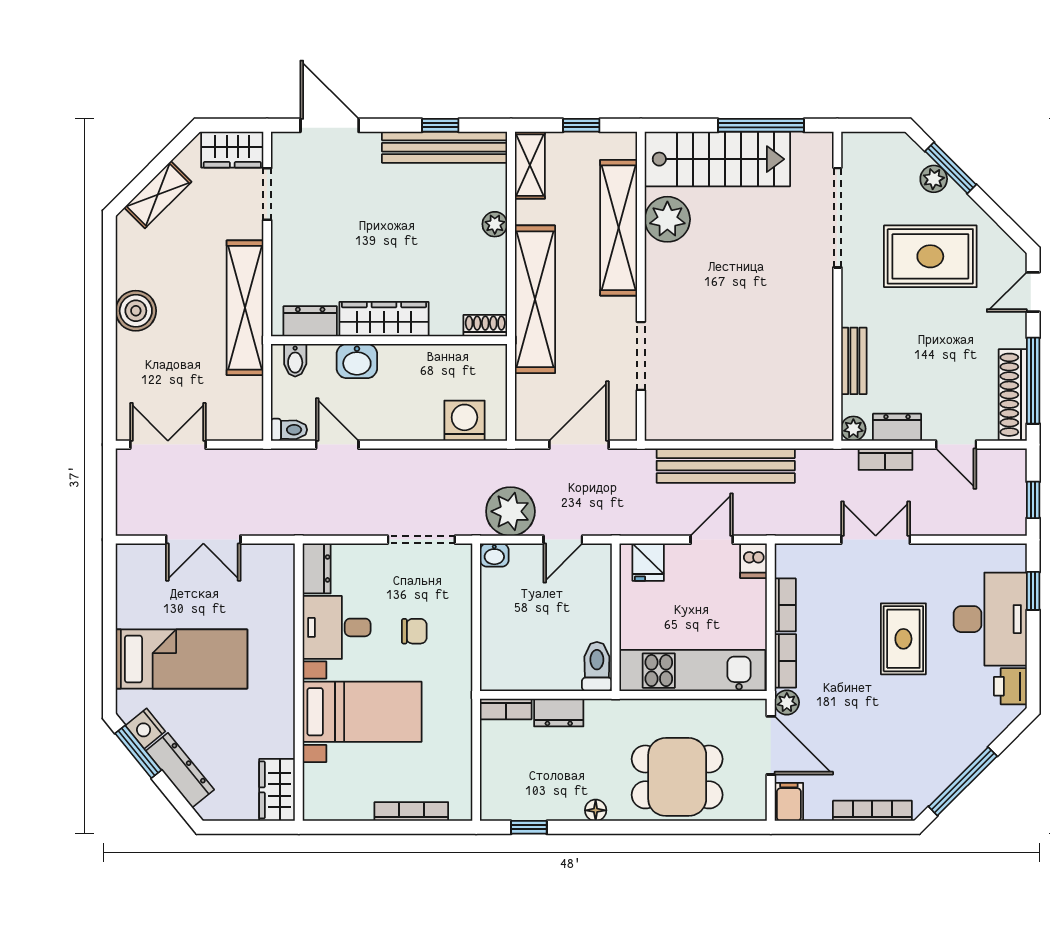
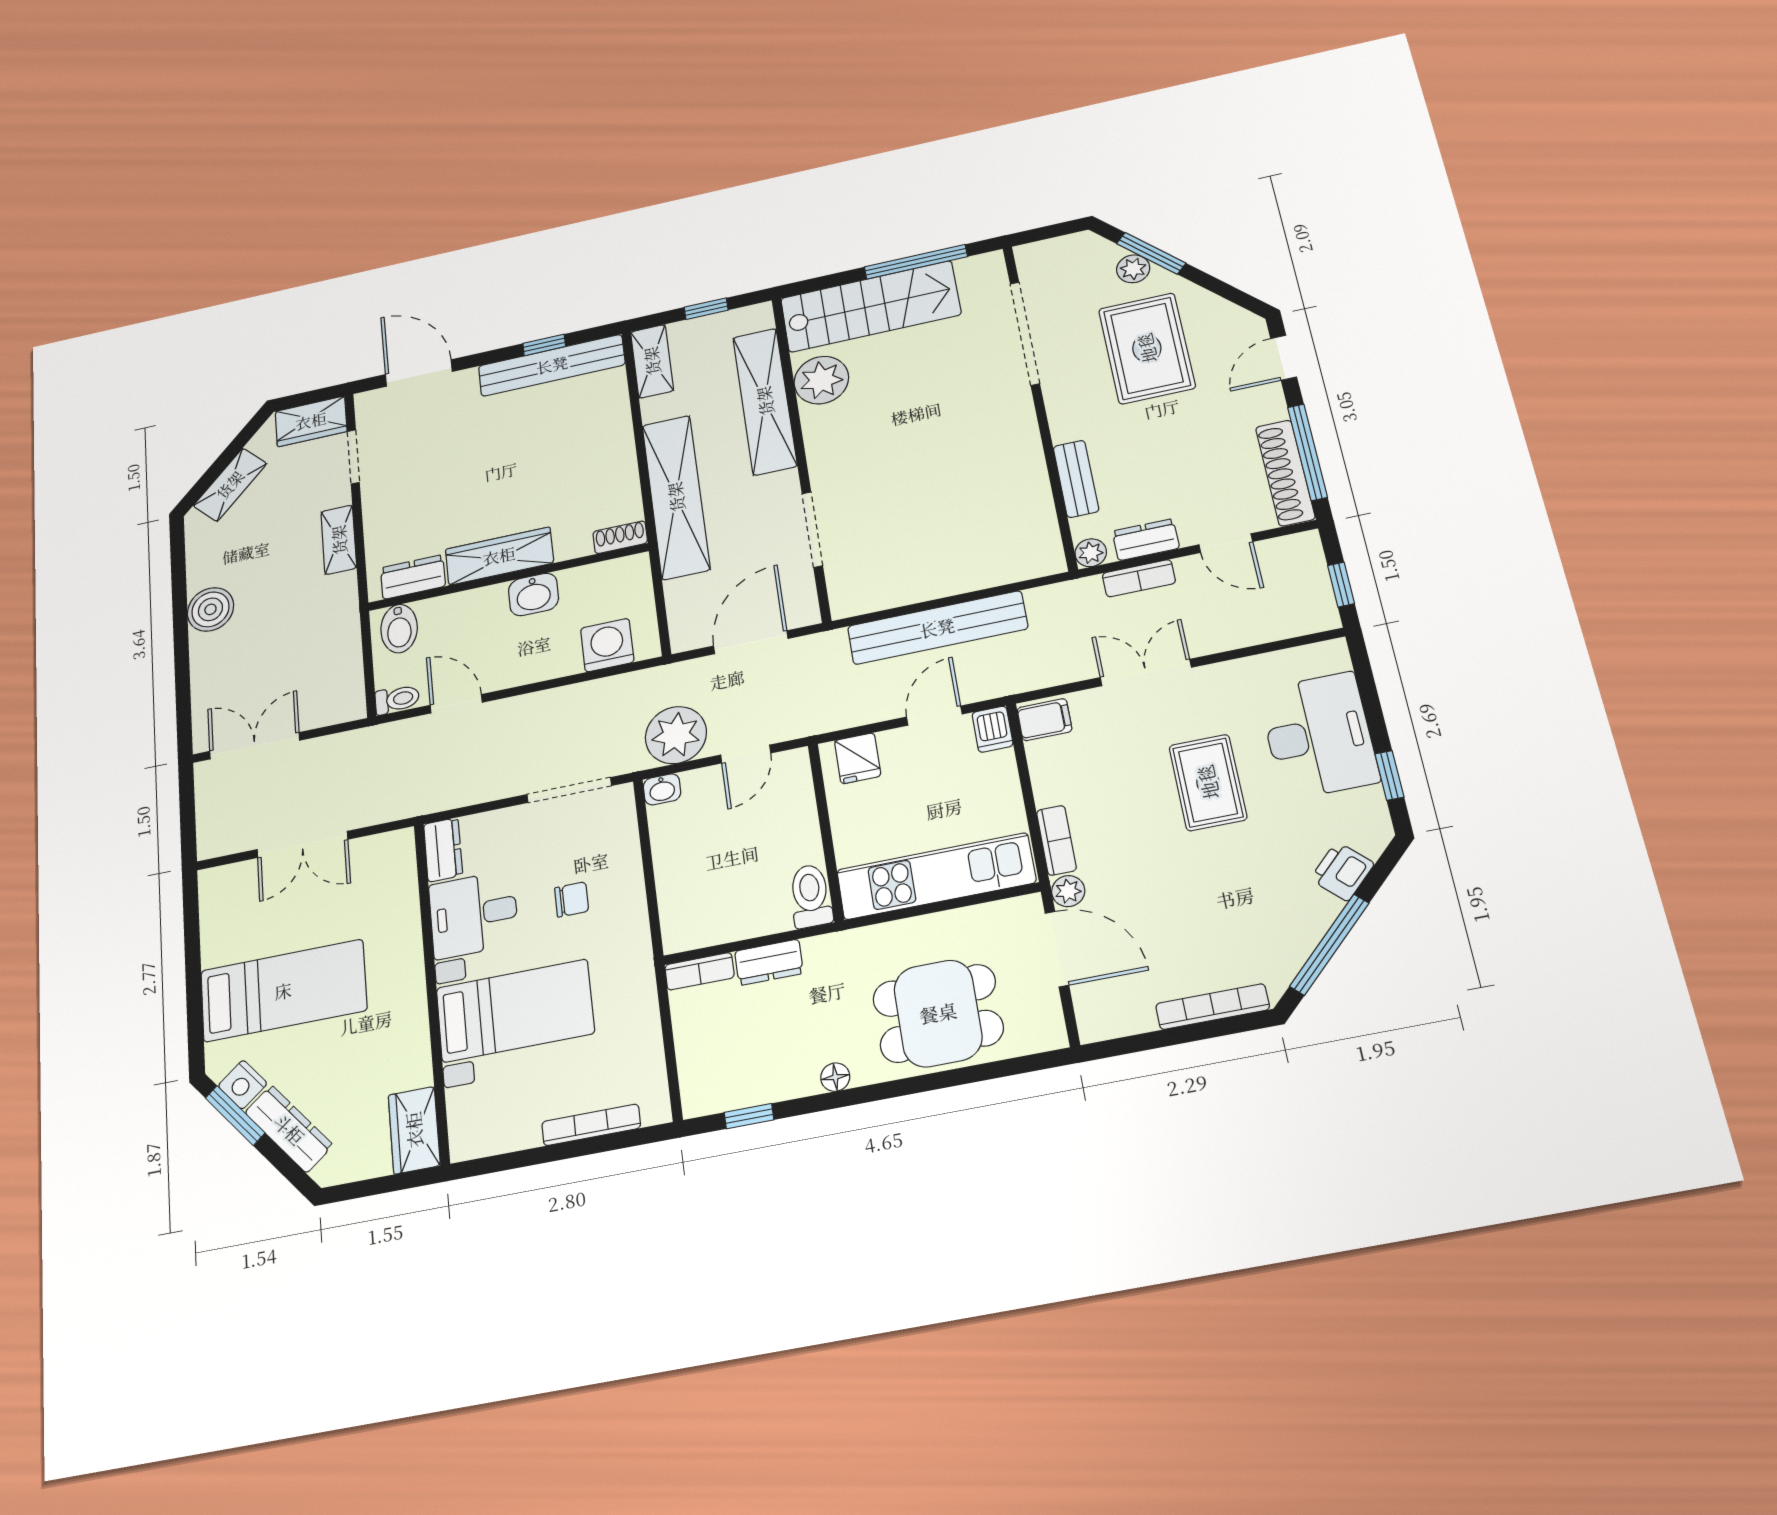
plant: (495, 224) -> (619, 430), removed
rug: (930, 256) -> (1147, 348), turned 90
shelving: (245, 308) -> (339, 540), width x0.45, depth x0.75
bidet: (295, 360) -> (399, 629), width x1.38, depth x1.36
washbasin: (357, 361) -> (533, 594), moved
window: (1033, 591) -> (1389, 775), moved
bookcase: (785, 605) -> (1043, 773), removed
printer: (1010, 686) -> (1342, 871), moved, turned 45
filing cabinet: (789, 802) -> (1045, 720), moved, turned 90

